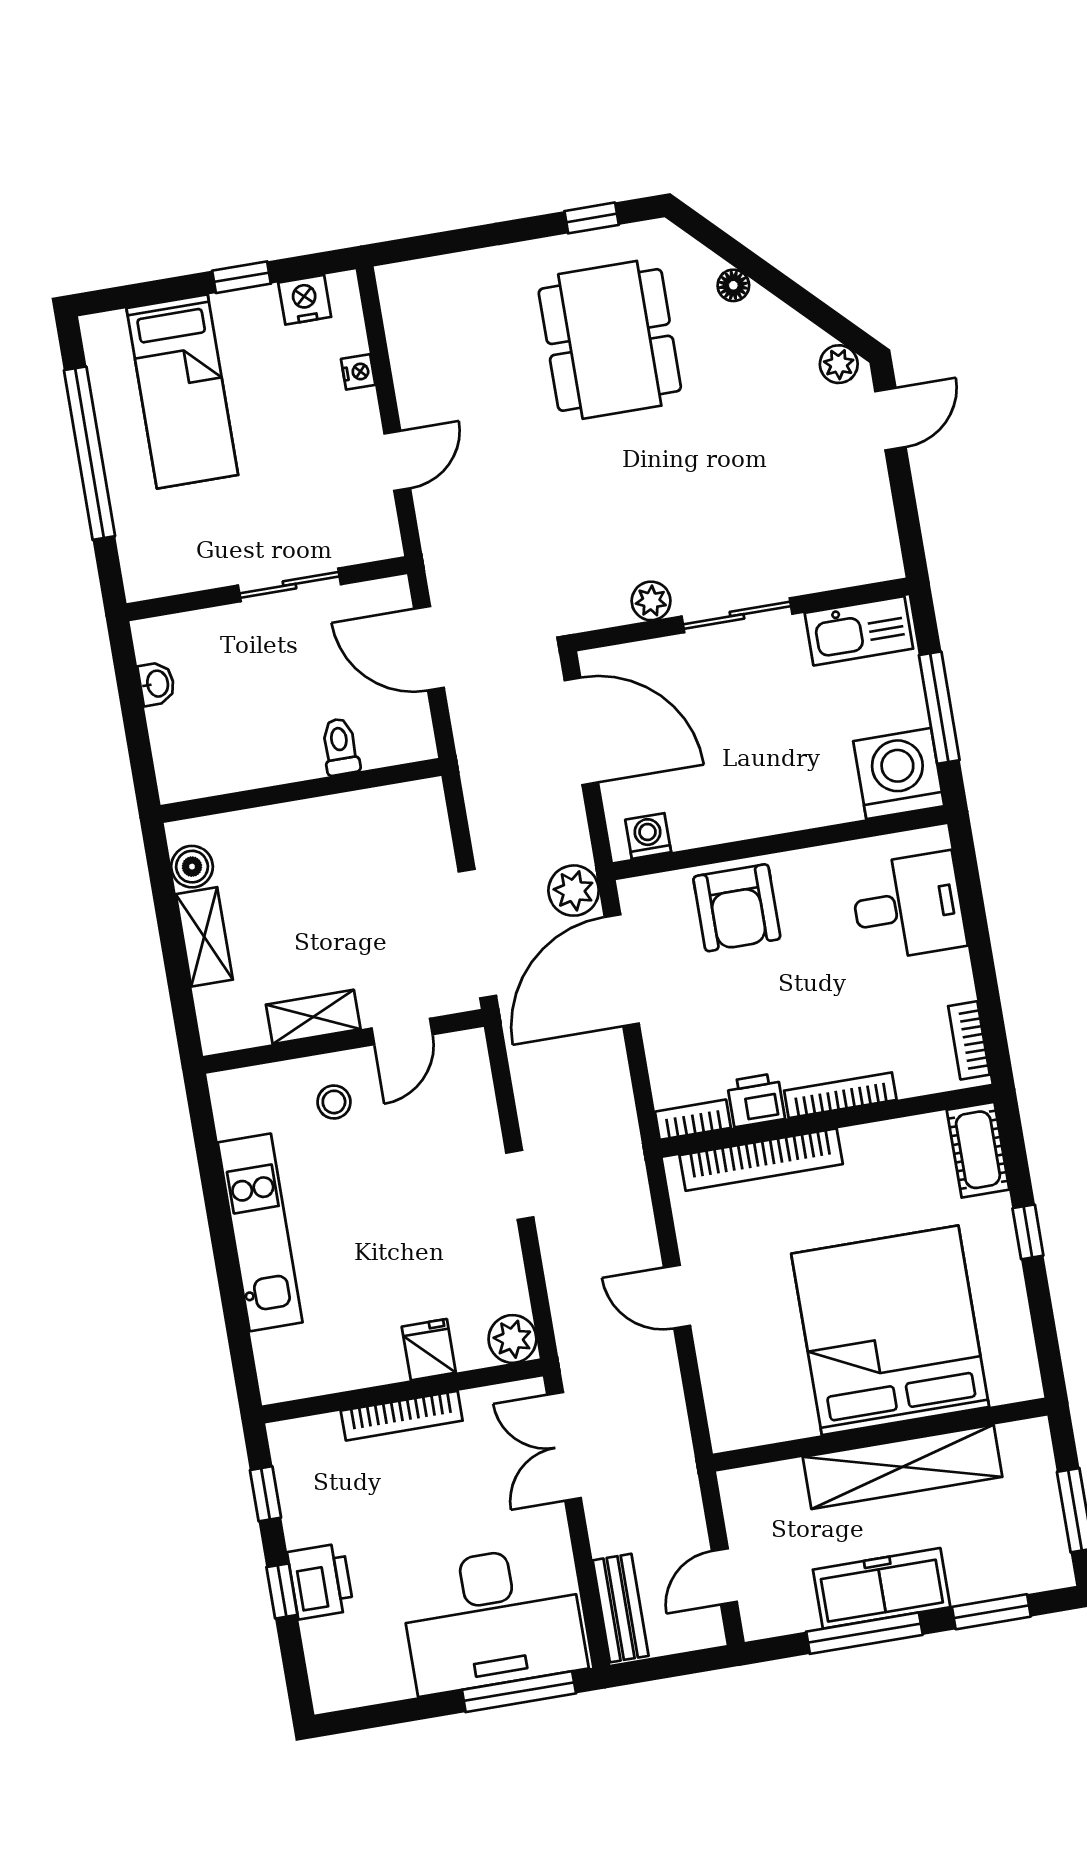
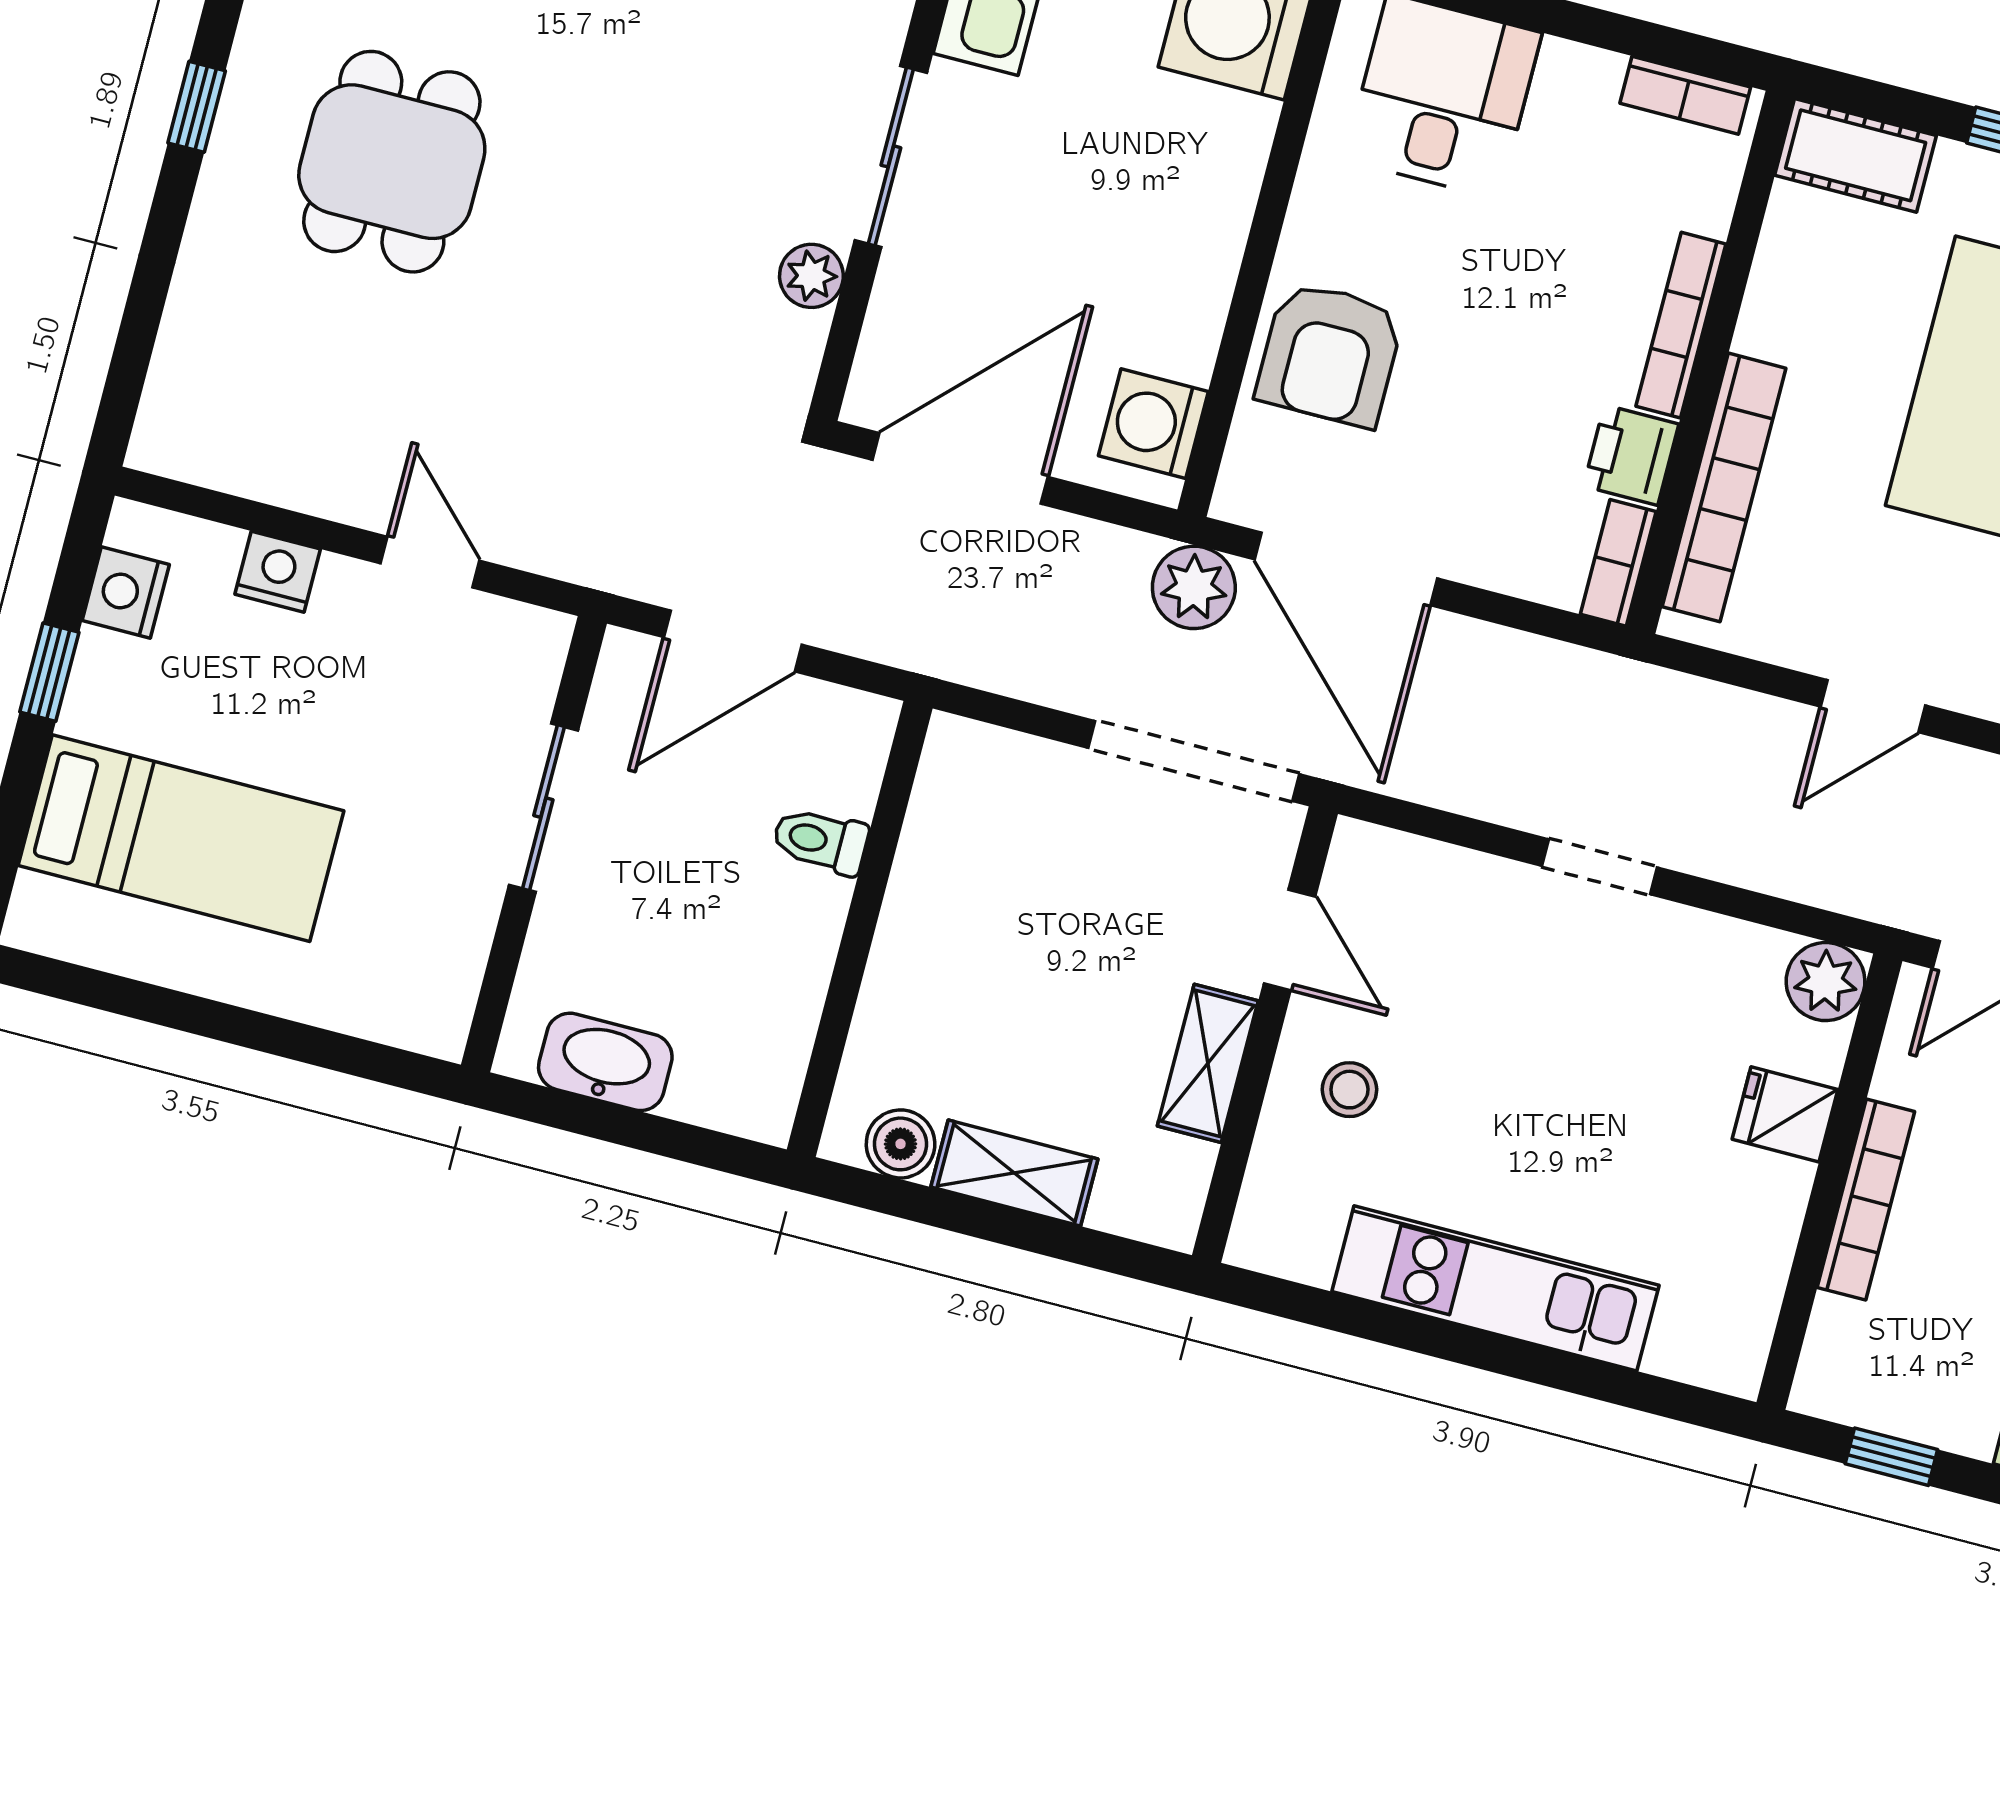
dining table: (610, 340) -> (392, 162), width x0.73
nightstand: (358, 372) -> (278, 572), width x1.39, depth x1.35
window: (89, 453) -> (211, 1019), removed
washbasin: (157, 684) -> (605, 1062), width x1.91, depth x1.45
washing machine: (648, 836) -> (1153, 424), width x1.38, depth x1.38
armchair: (737, 908) -> (1330, 354), turned 90

